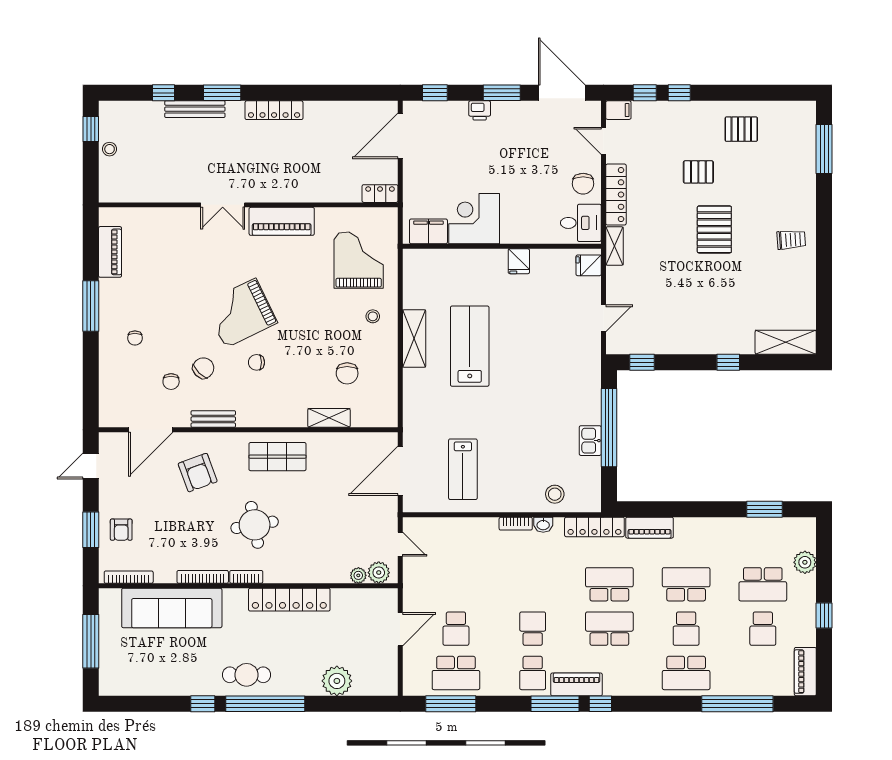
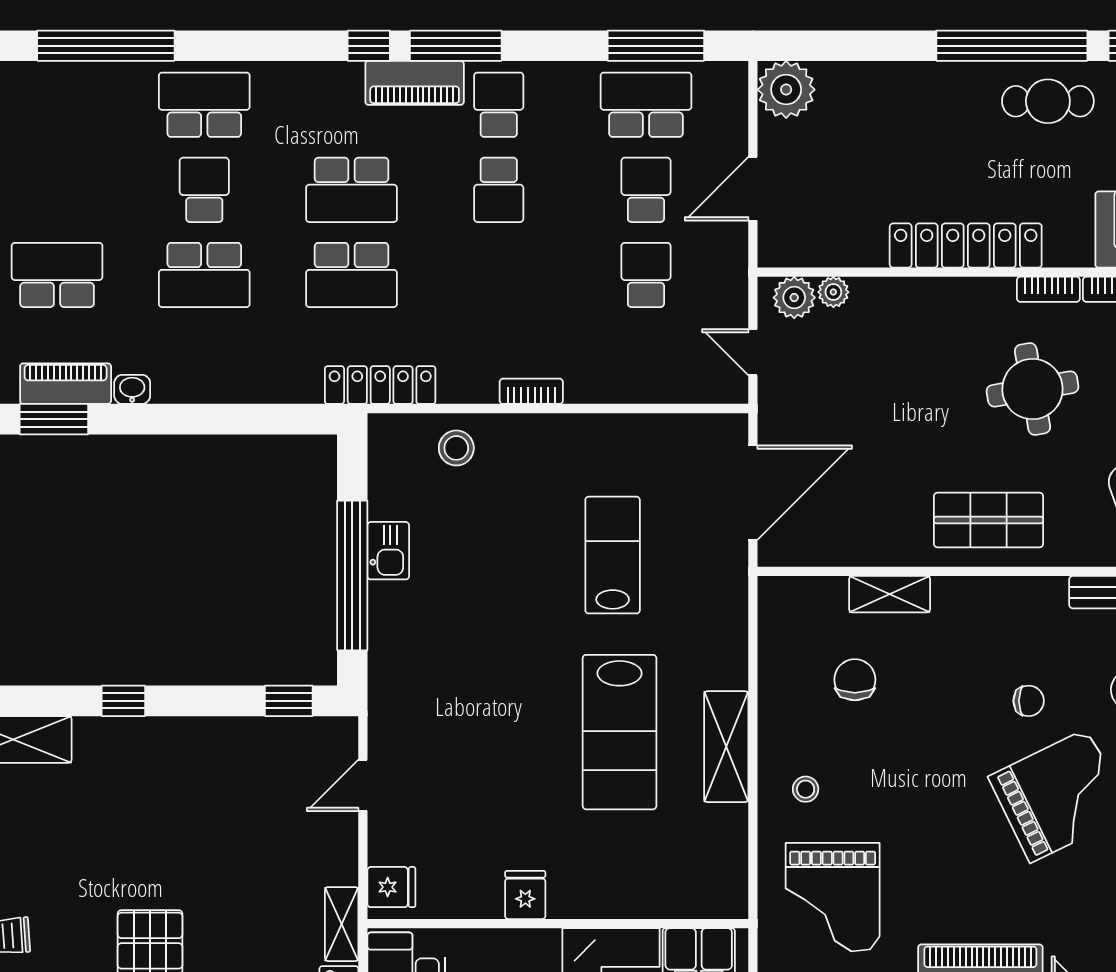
lab bench: (463, 469) -> (613, 555), moved
washbasin: (543, 525) -> (132, 389), moved
piano: (650, 528) -> (66, 384), moved
school desk: (763, 629) -> (646, 275), moved
plant: (337, 681) -> (786, 90), moved

